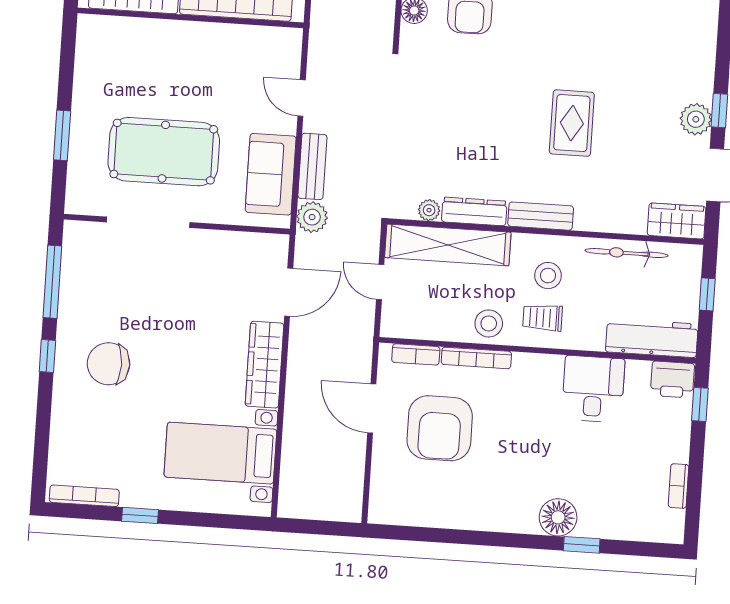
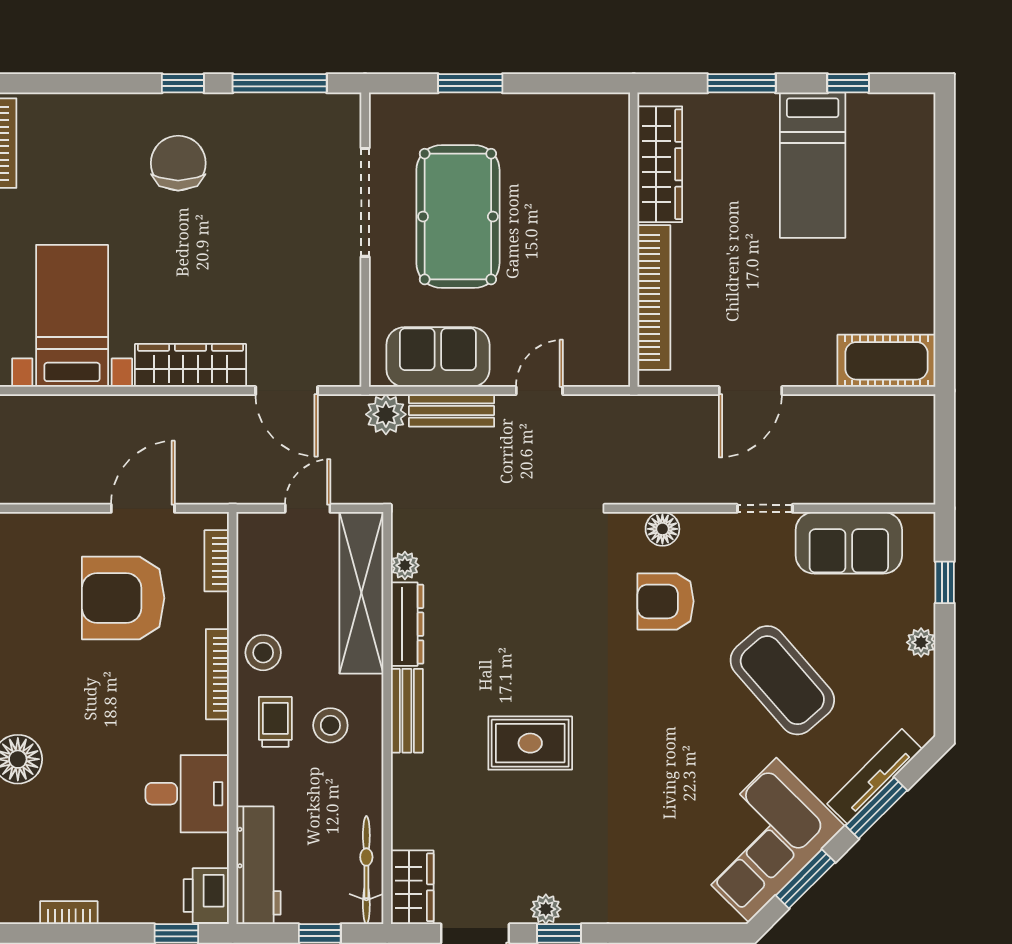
plant: (696, 119) -> (546, 909), width x0.73, depth x0.73
bicycle: (626, 253) -> (366, 870), moved
bookcase: (476, 358) -> (217, 674), moved

